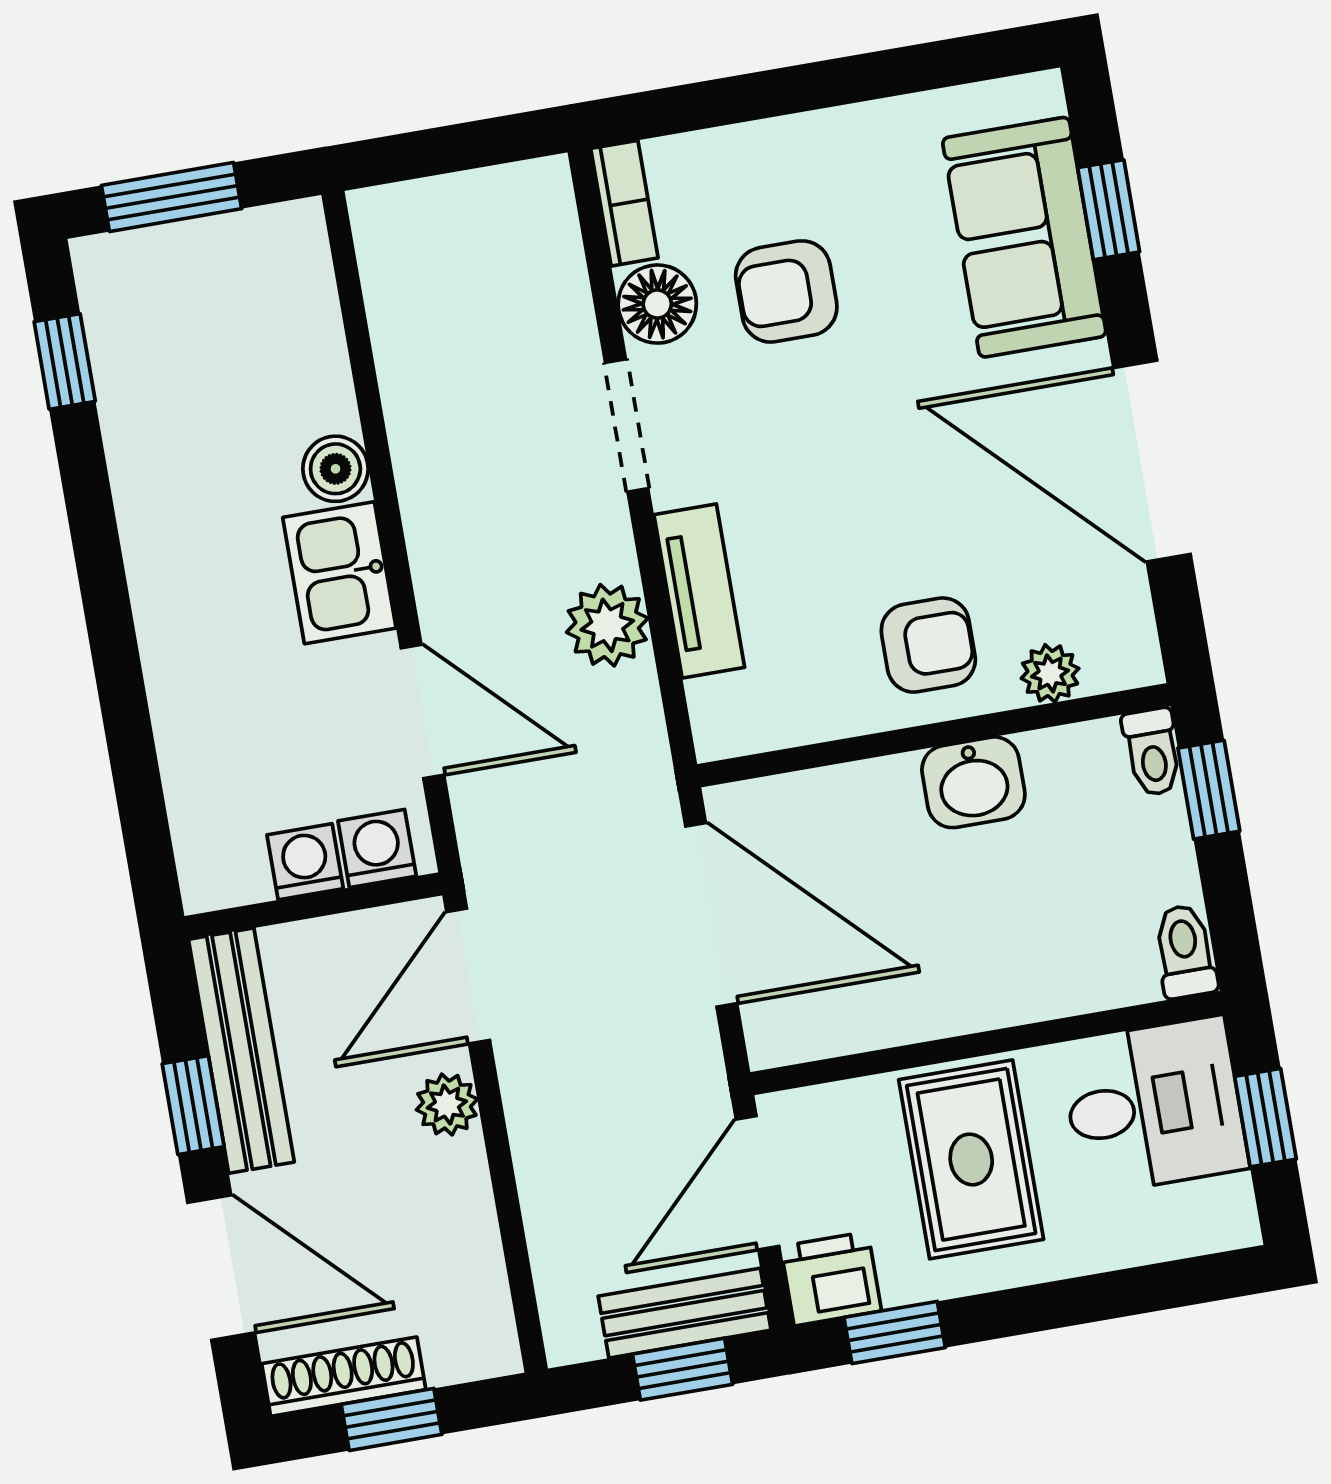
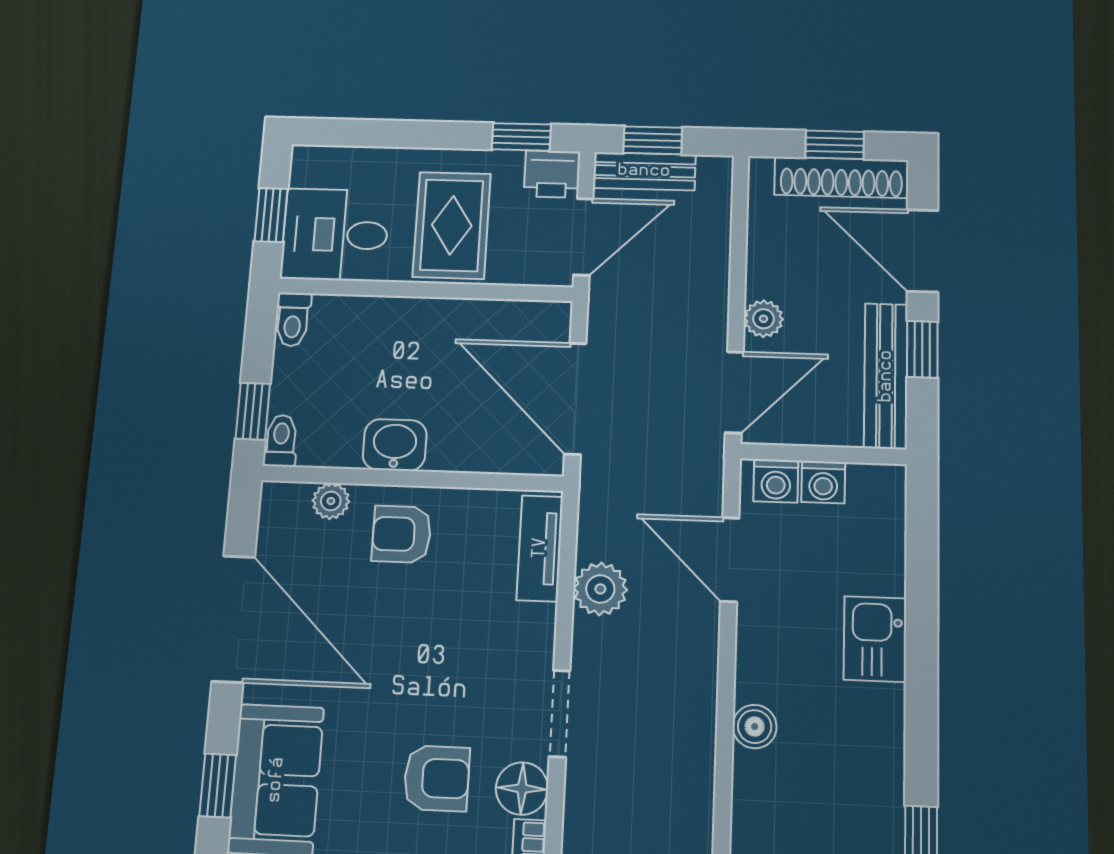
kitchen sink: (339, 573) -> (875, 639), moved, turned 180
tv unit: (699, 591) -> (540, 548), moved
shoe rack: (344, 1377) -> (841, 177), width x1.36, depth x1.24

